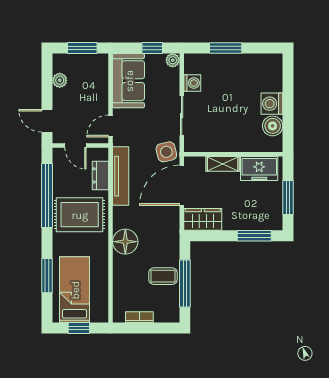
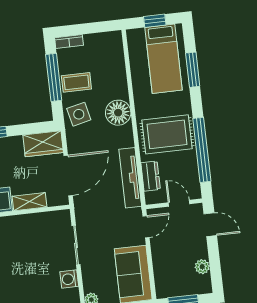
side table: (166, 152) -> (79, 114), moved
bookcase: (139, 317) -> (69, 42), moved

